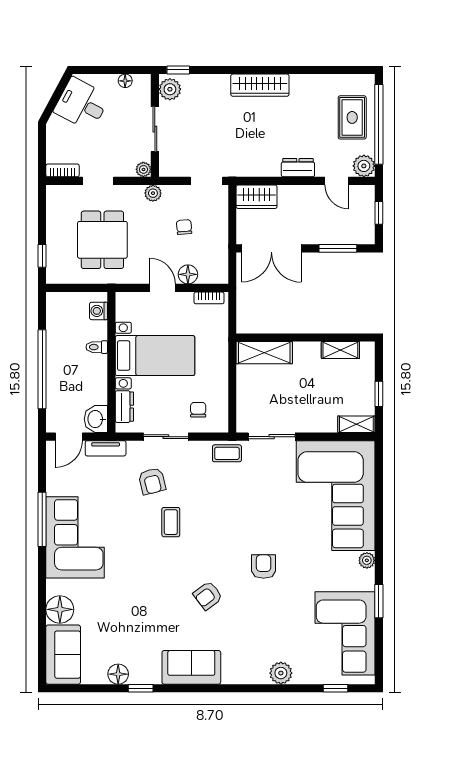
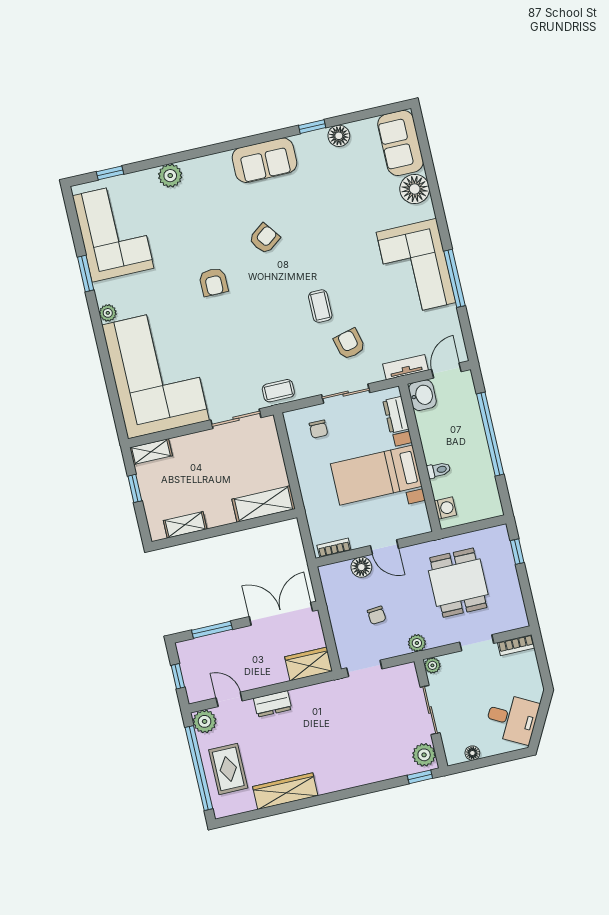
wardrobe: (260, 85) -> (285, 791), moved

